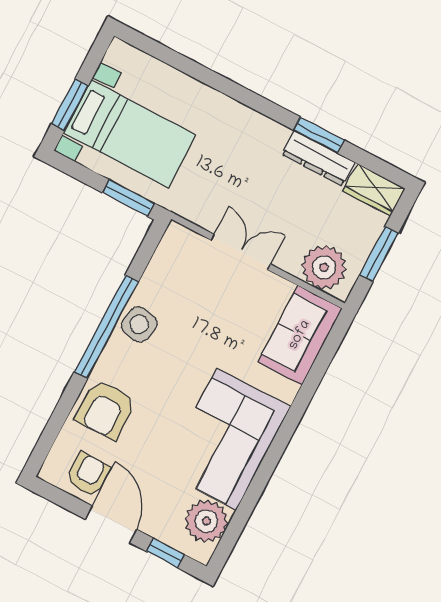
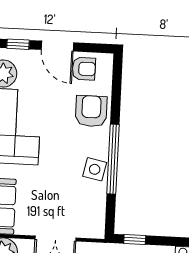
window: (129, 198) -> (135, 240), width x0.67
armchair: (88, 475) -> (84, 69), turned -90

